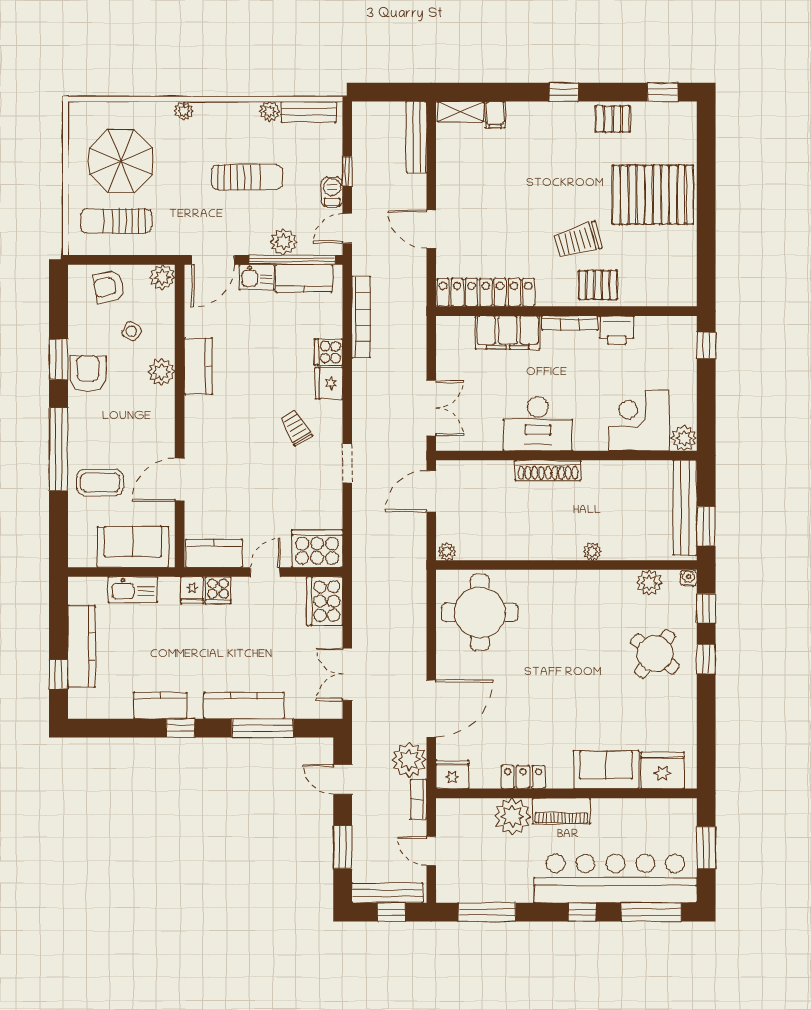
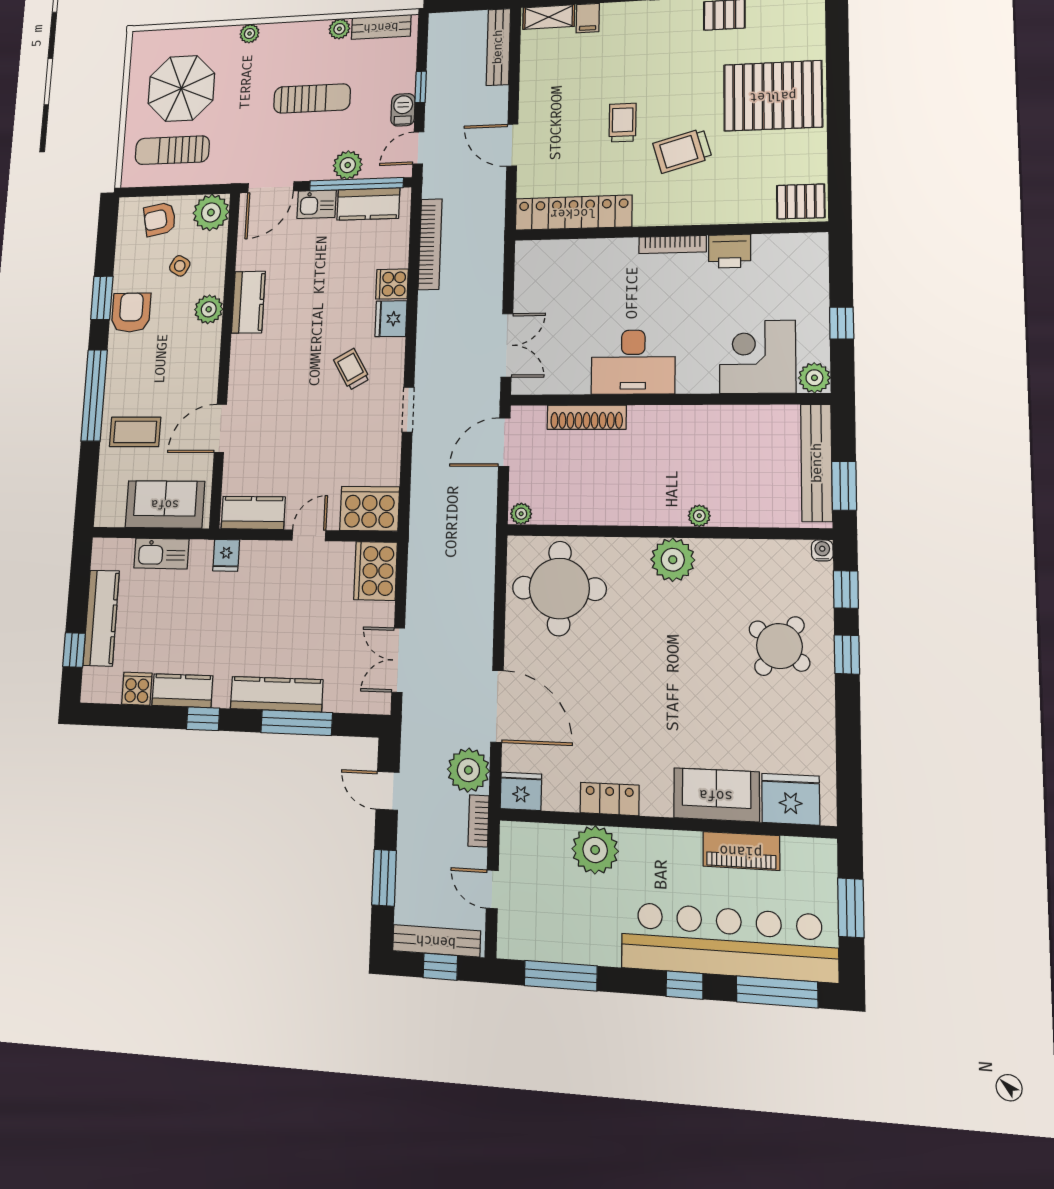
trolley: (527, 213) -> (623, 123), added
plant: (162, 277) -> (211, 212), width x1.36, depth x1.36
pallet: (598, 285) -> (801, 201), moved
filing cabinet: (508, 332) -> (598, 257), removed
window: (706, 345) -> (842, 323), moved
shoe rack: (548, 470) -> (587, 417), moved
plant: (649, 583) -> (673, 560), moved, width x1.36, depth x1.36
cooker: (218, 590) -> (137, 689), moved, turned 180
door: (431, 709) -> (497, 706), hinge flipped
piano: (561, 811) -> (741, 851), moved

